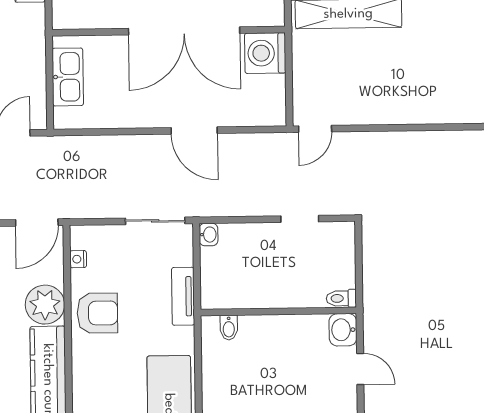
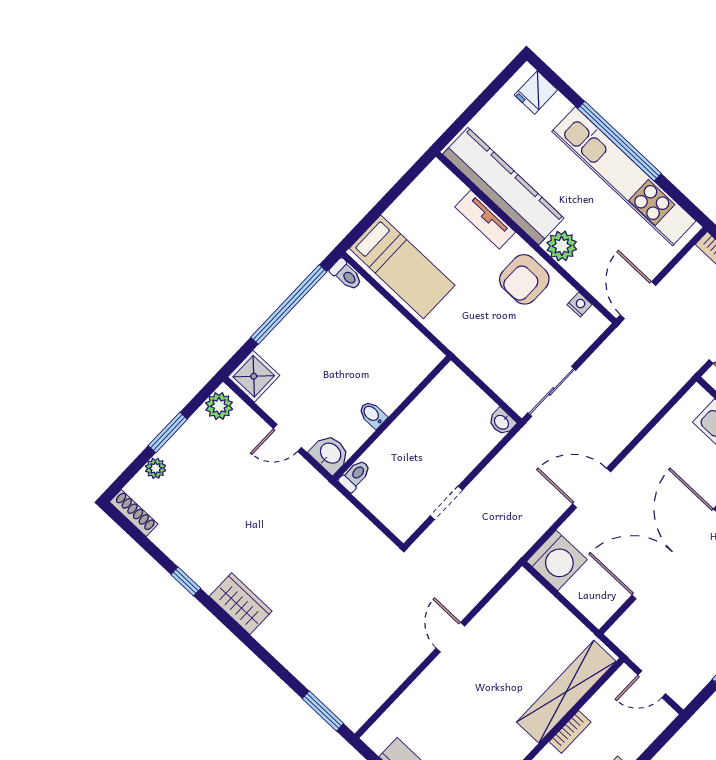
washing machine: (265, 53) -> (557, 560), moved, turned 90
door: (315, 129) -> (450, 637), moved
tv unit: (183, 296) -> (485, 219), moved, turned 180
plant: (45, 305) -> (562, 246), width x0.73, depth x0.73
bidet: (229, 328) -> (373, 415), moved

